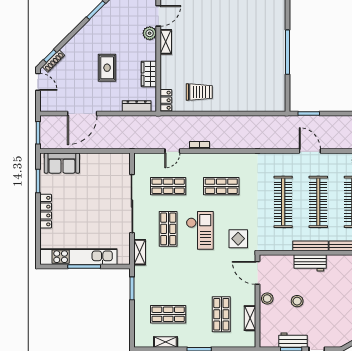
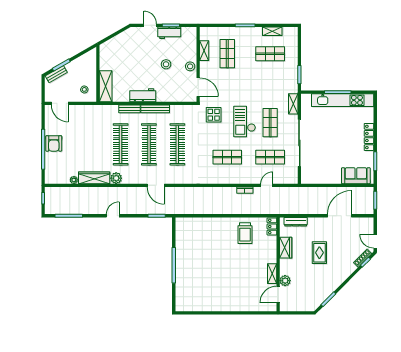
trolley: (199, 92) -> (245, 233), turned -90
workbench: (310, 263) -> (143, 95), moved

